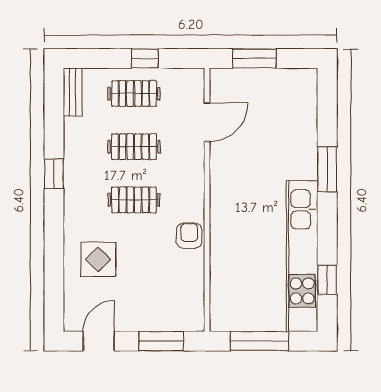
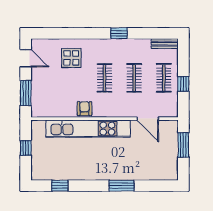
armchair: (189, 236) -> (85, 109), turned -90
kitchen unit: (302, 256) -> (88, 129), moved, turned 180
window: (260, 341) -> (26, 148), width x0.46

